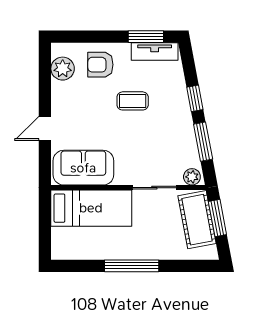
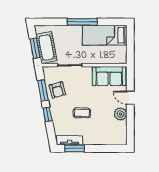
armchair: (100, 65) -> (57, 90), moved, turned 75
plant: (63, 69) -> (121, 114), moved
door: (45, 128) -> (130, 98), swing flipped
plant: (192, 177) -> (49, 71), removed
bed: (91, 208) -> (105, 35), moved

